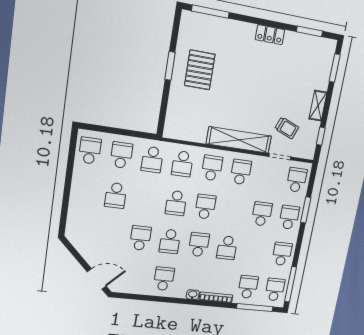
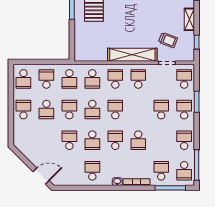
school desk: (90, 151) -> (23, 79), turned 180
school desk: (84, 191) -> (23, 110), added
school desk: (146, 199) -> (69, 110), added
school desk: (275, 290) -> (184, 171), turned 180

